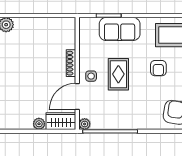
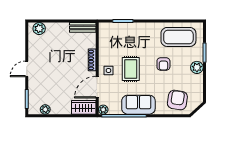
bench: (59, 23) -> (83, 27), added
sofa: (120, 29) -> (138, 105), moved, turned 180
plant: (39, 124) -> (45, 109), moved

